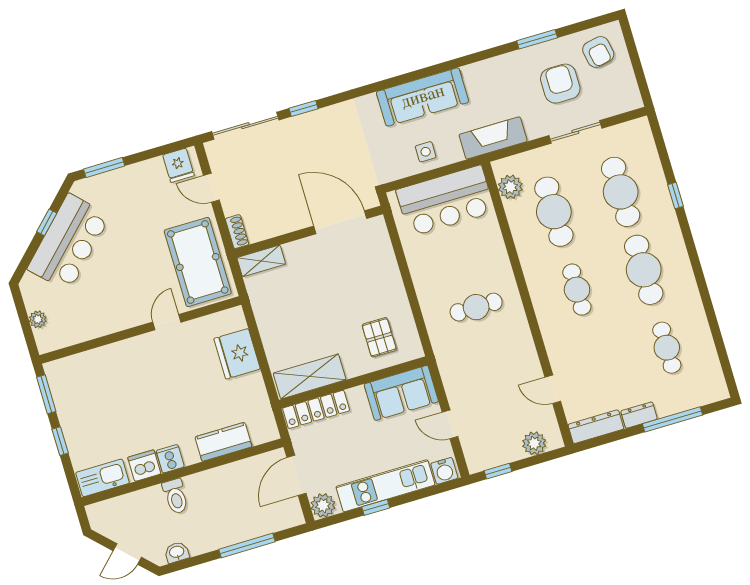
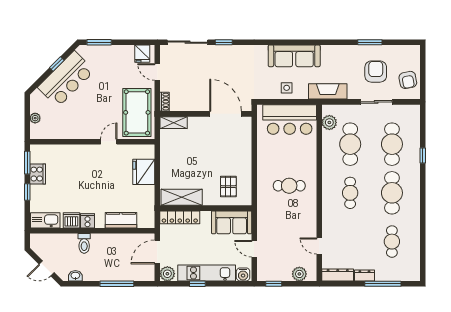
armchair: (598, 52) -> (408, 80), moved
cooker: (68, 408) -> (38, 174), added

